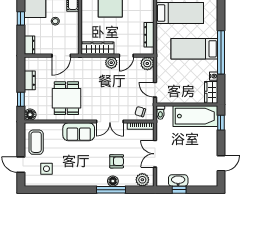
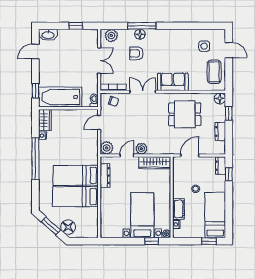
window: (21, 18) -> (229, 174), moved
bed: (194, 49) -> (76, 175), moved, turned 180
door: (155, 90) -> (99, 122), swing flipped
dining table: (66, 98) -> (185, 114), turned 90
washbasin: (178, 180) -> (48, 35), moved

